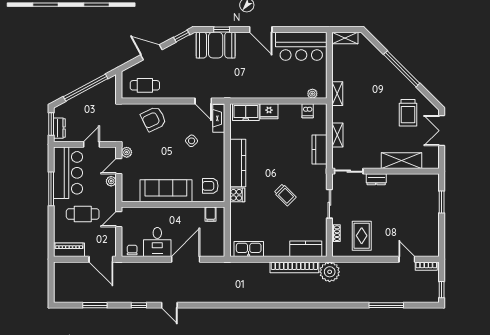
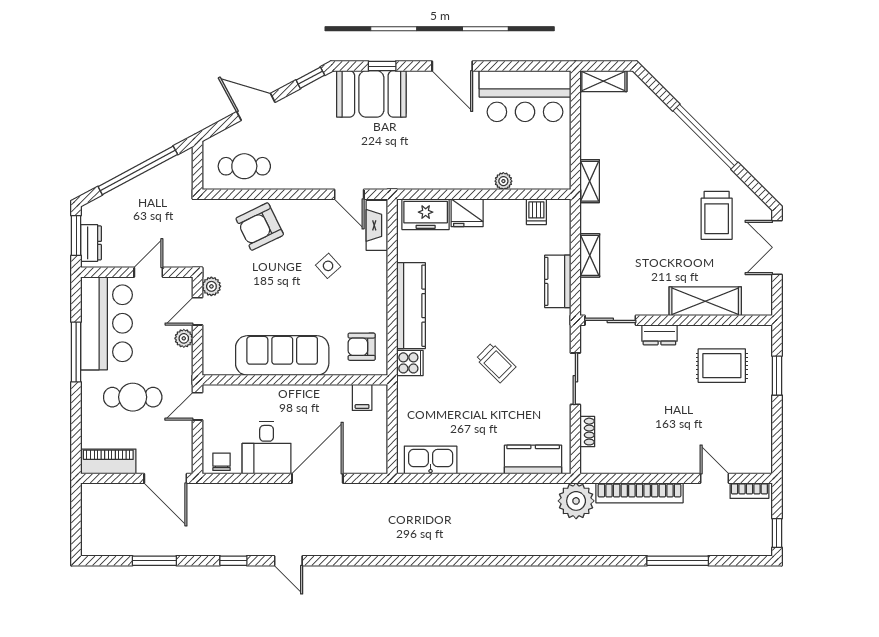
plant: (312, 94) -> (503, 181), moved
rug: (362, 236) -> (722, 366), moved, turned 90
bookcase: (294, 267) -> (639, 493), moved

